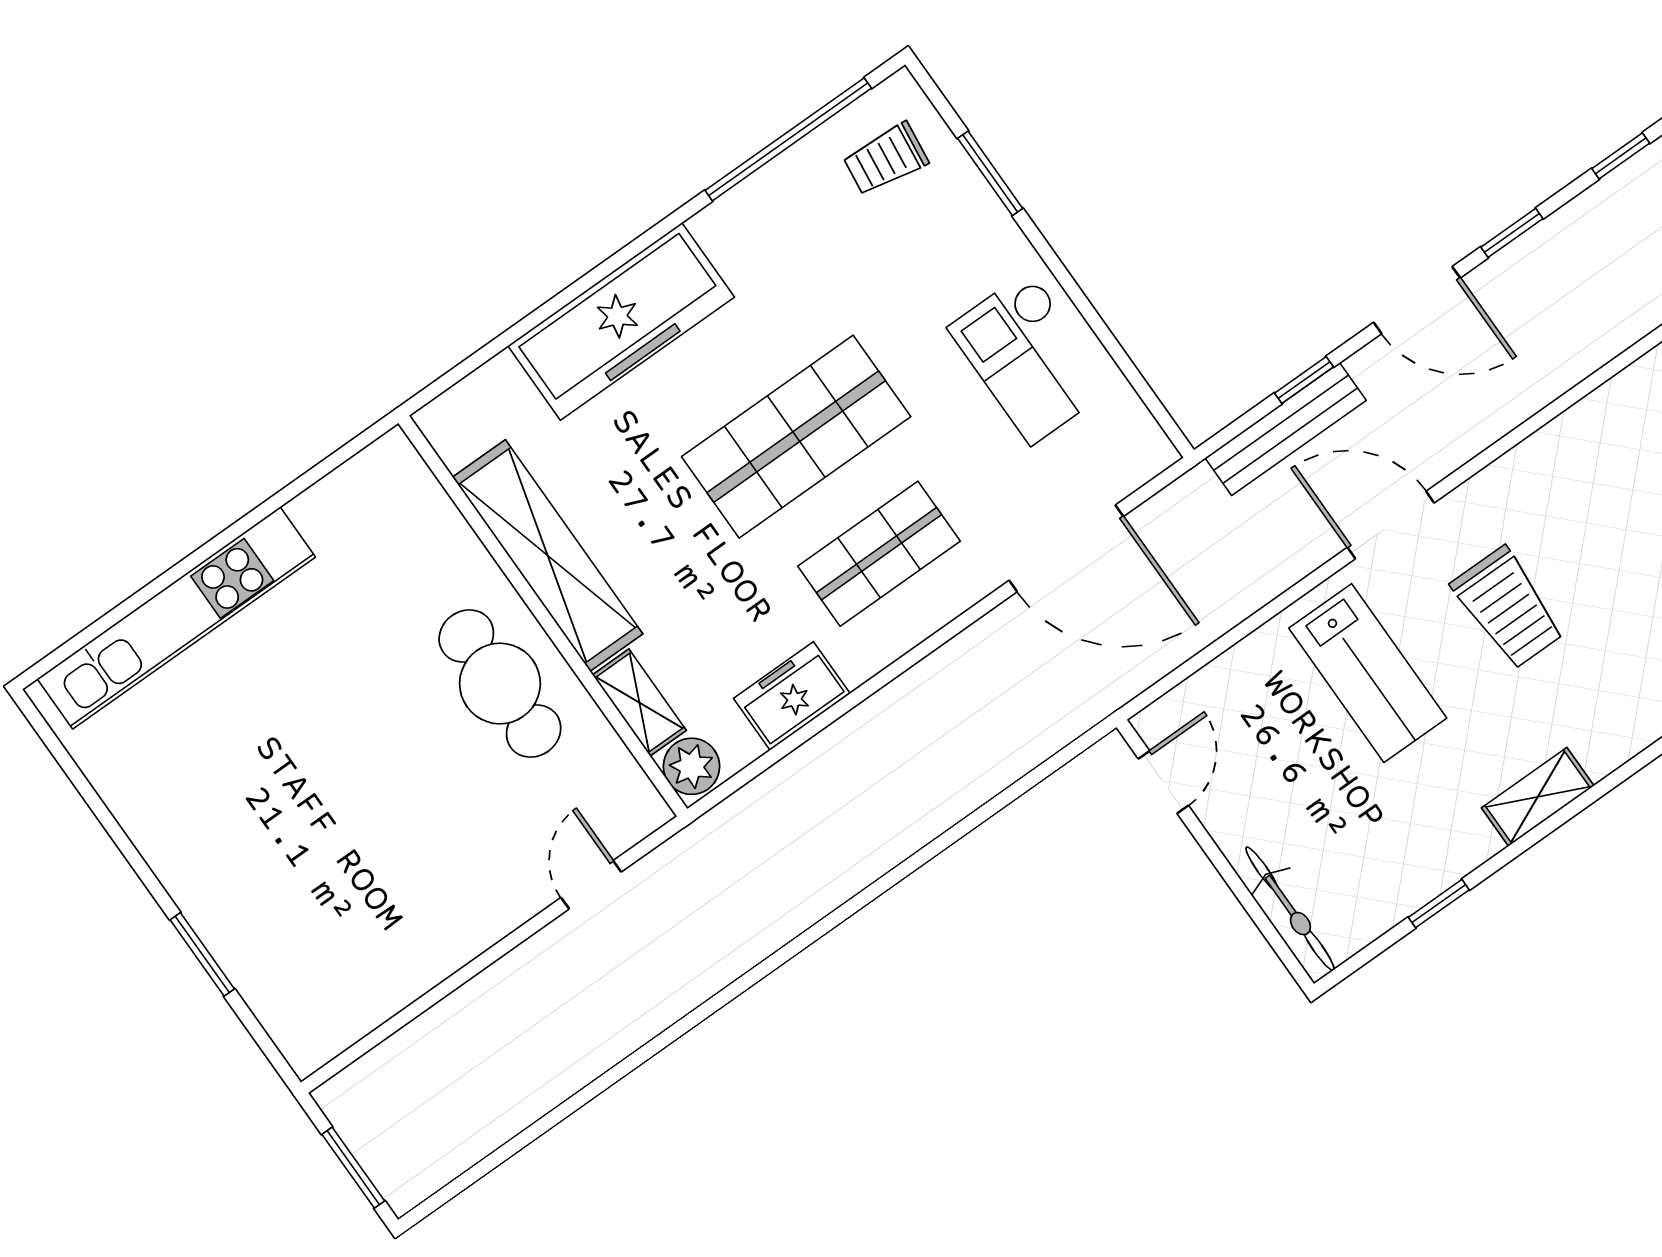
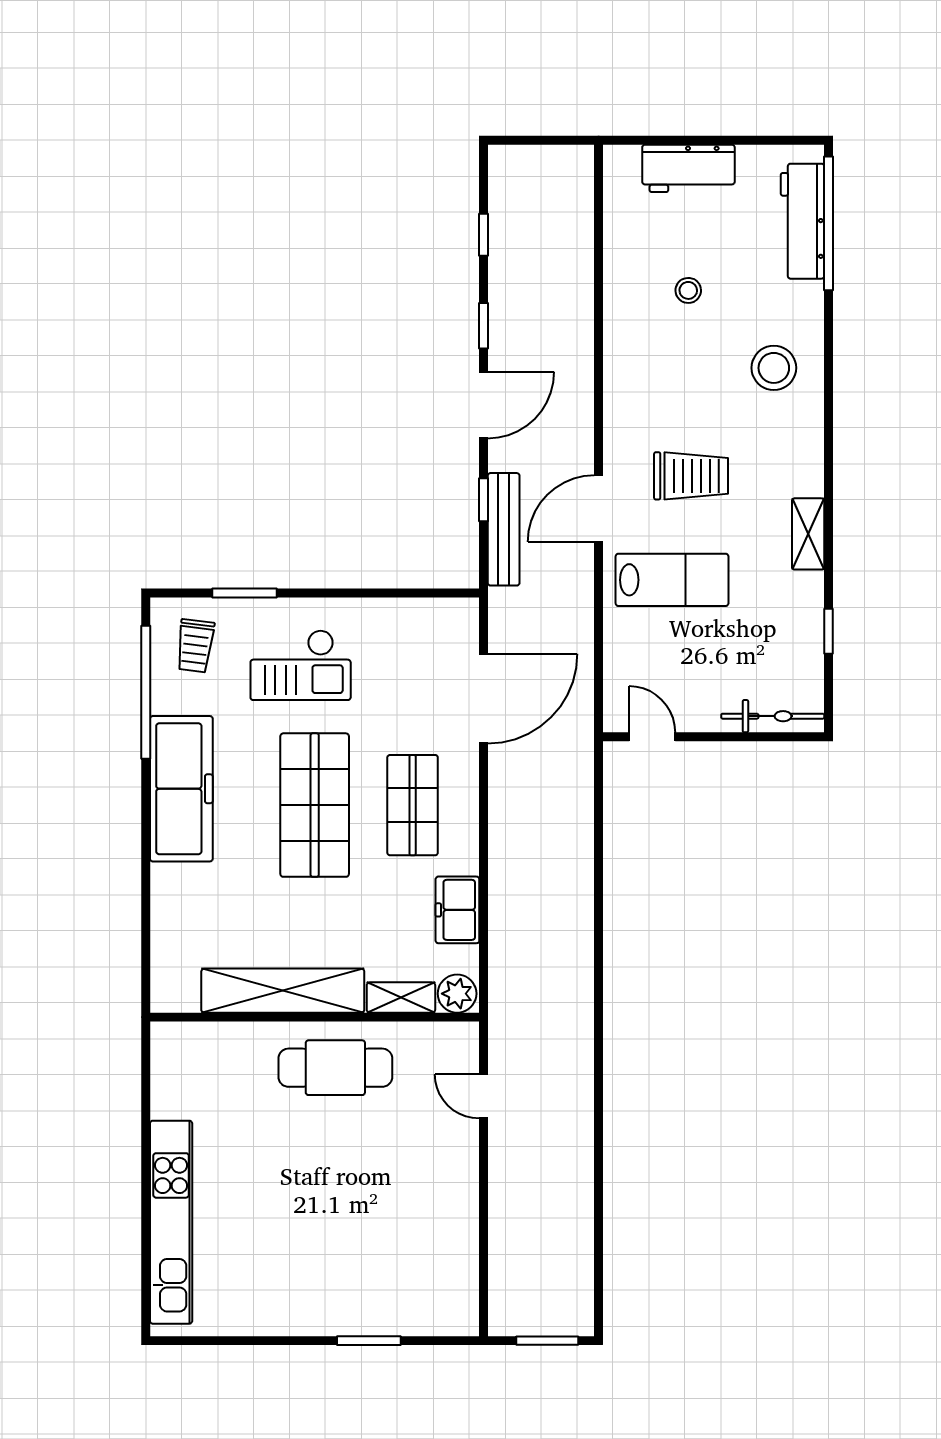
freezer: (621, 321) -> (181, 789), moved
checkout: (1030, 358) -> (301, 665), moved

